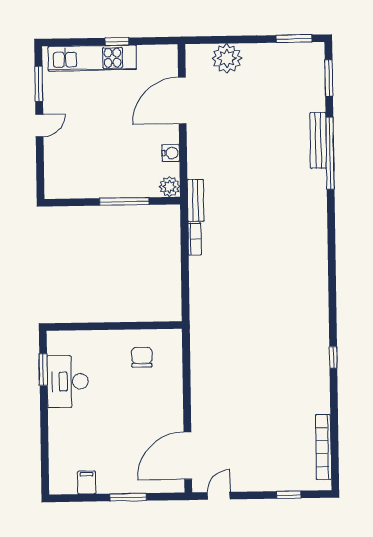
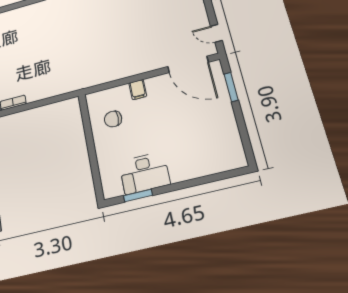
filing cabinet: (87, 482) -> (138, 90), moved, turned -90
window: (128, 497) -> (231, 87), moved

